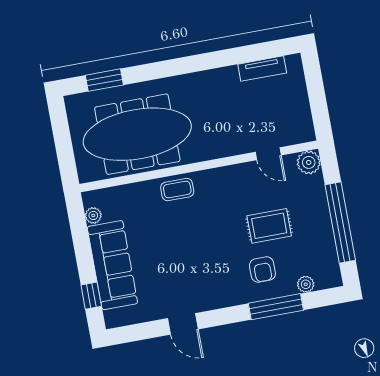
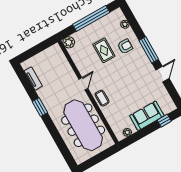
window: (104, 80) -> (40, 107), moved
door: (268, 154) -> (83, 84), moved
sofa: (112, 265) -> (147, 116), width x0.73
window: (276, 307) -> (149, 50), moved

